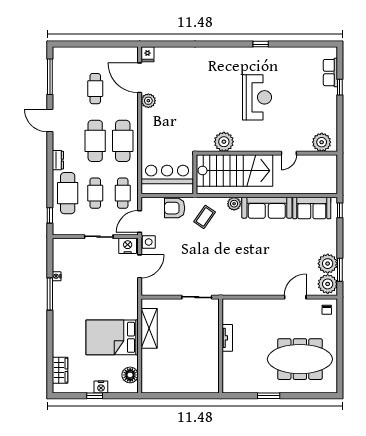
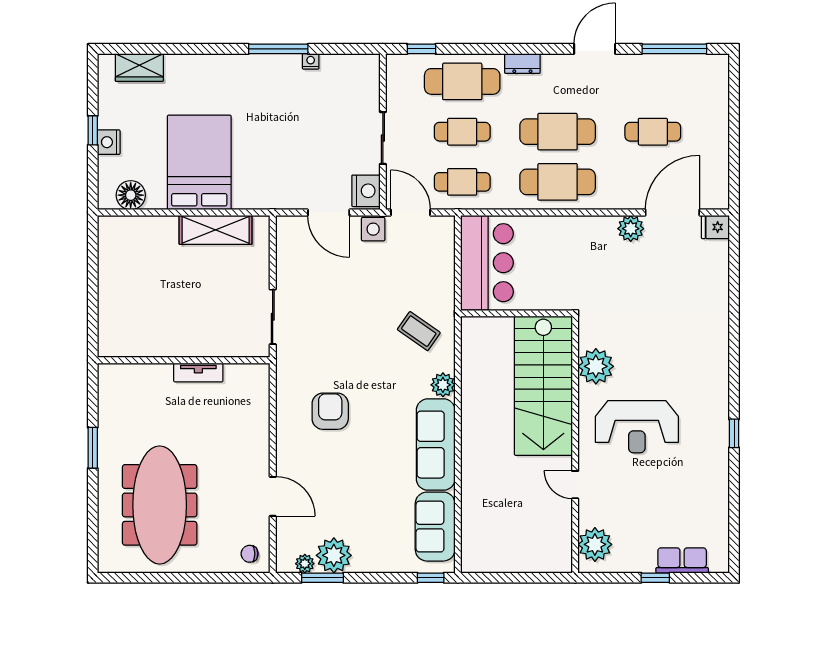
plant: (224, 142) -> (596, 366), moved
plant: (322, 142) -> (595, 544), moved
wall: (267, 153) -> (575, 445), moved
door: (289, 153) -> (575, 485), moved
stairs: (235, 171) -> (543, 386), moved
armchair: (175, 208) -> (330, 411), moved
plant: (328, 284) -> (305, 564), width x0.53, depth x0.53

